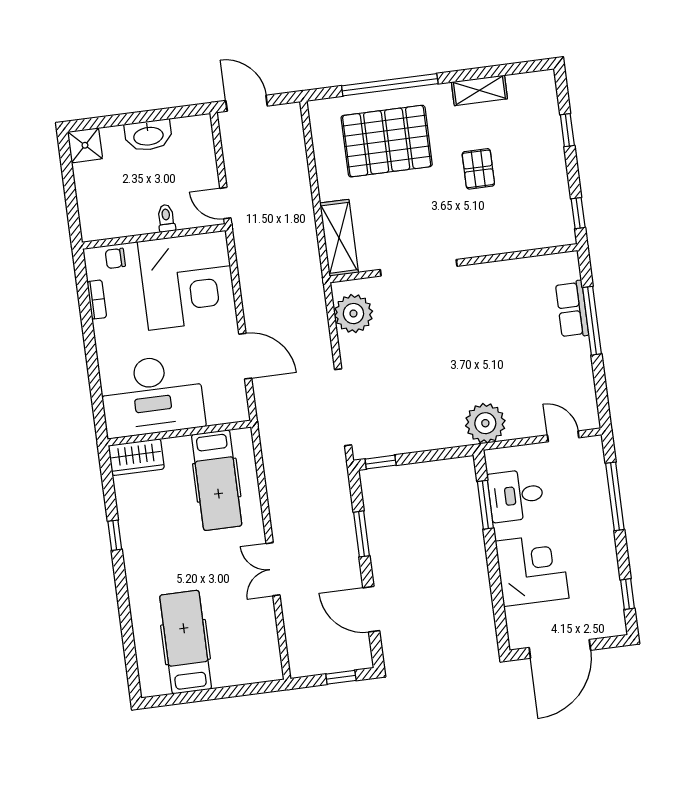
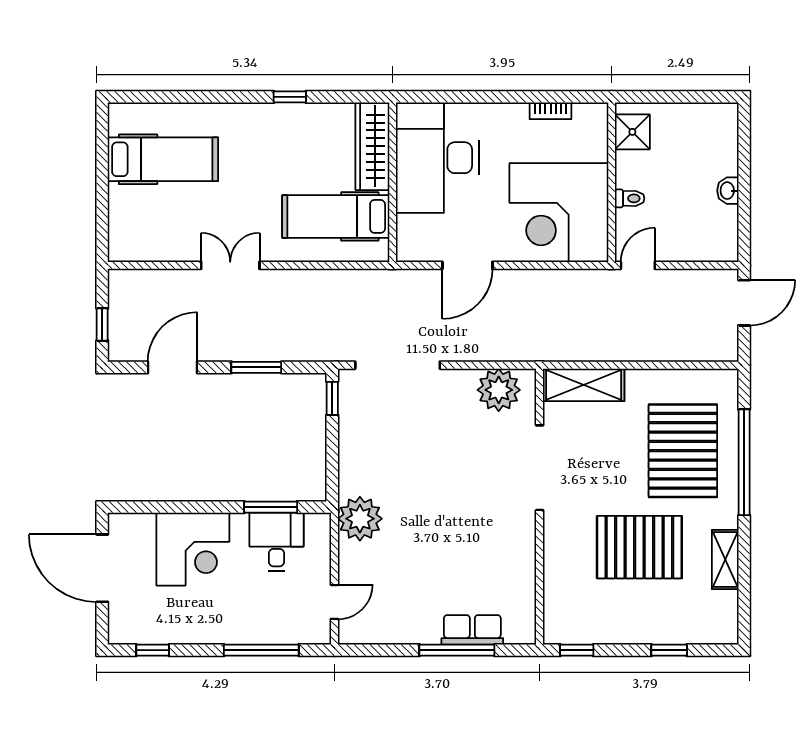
washbasin: (148, 135) -> (728, 191), width x0.52, depth x0.69
shower: (85, 145) -> (632, 132), moved
pallet: (478, 169) -> (639, 547), width x2.05, depth x2.00
chair: (115, 258) -> (593, 137), removed
wardrobe: (136, 457) -> (372, 146), width x1.50

